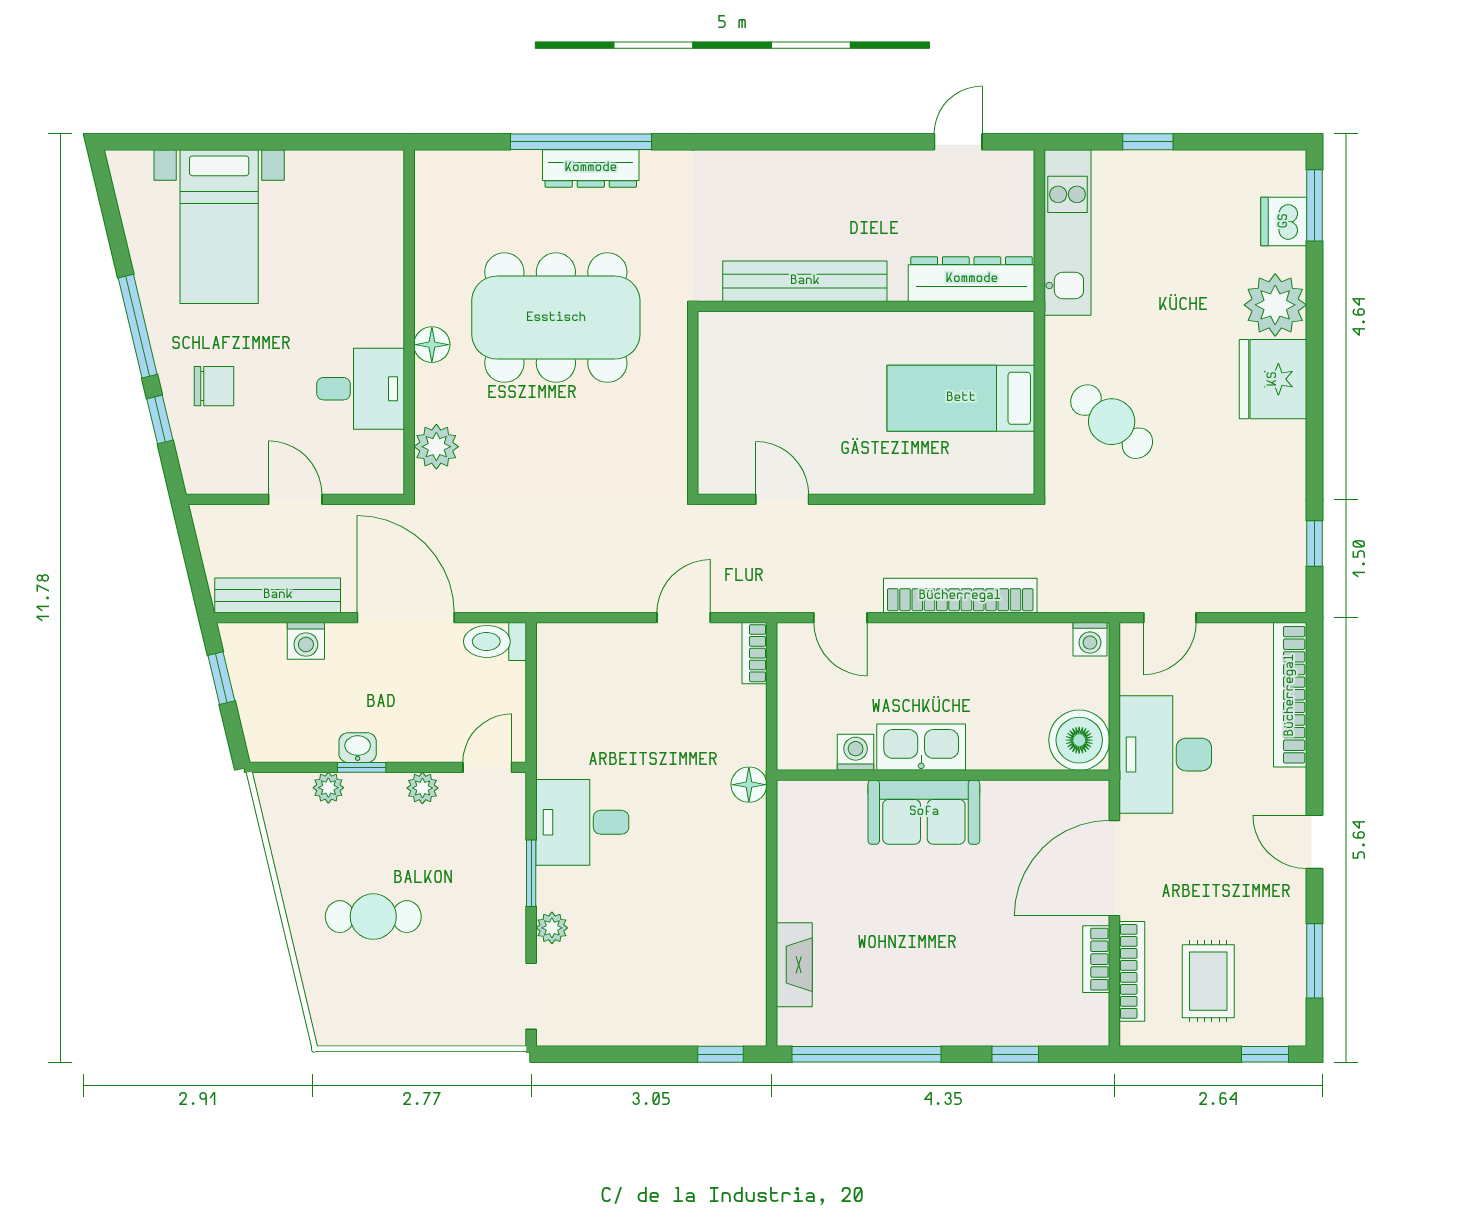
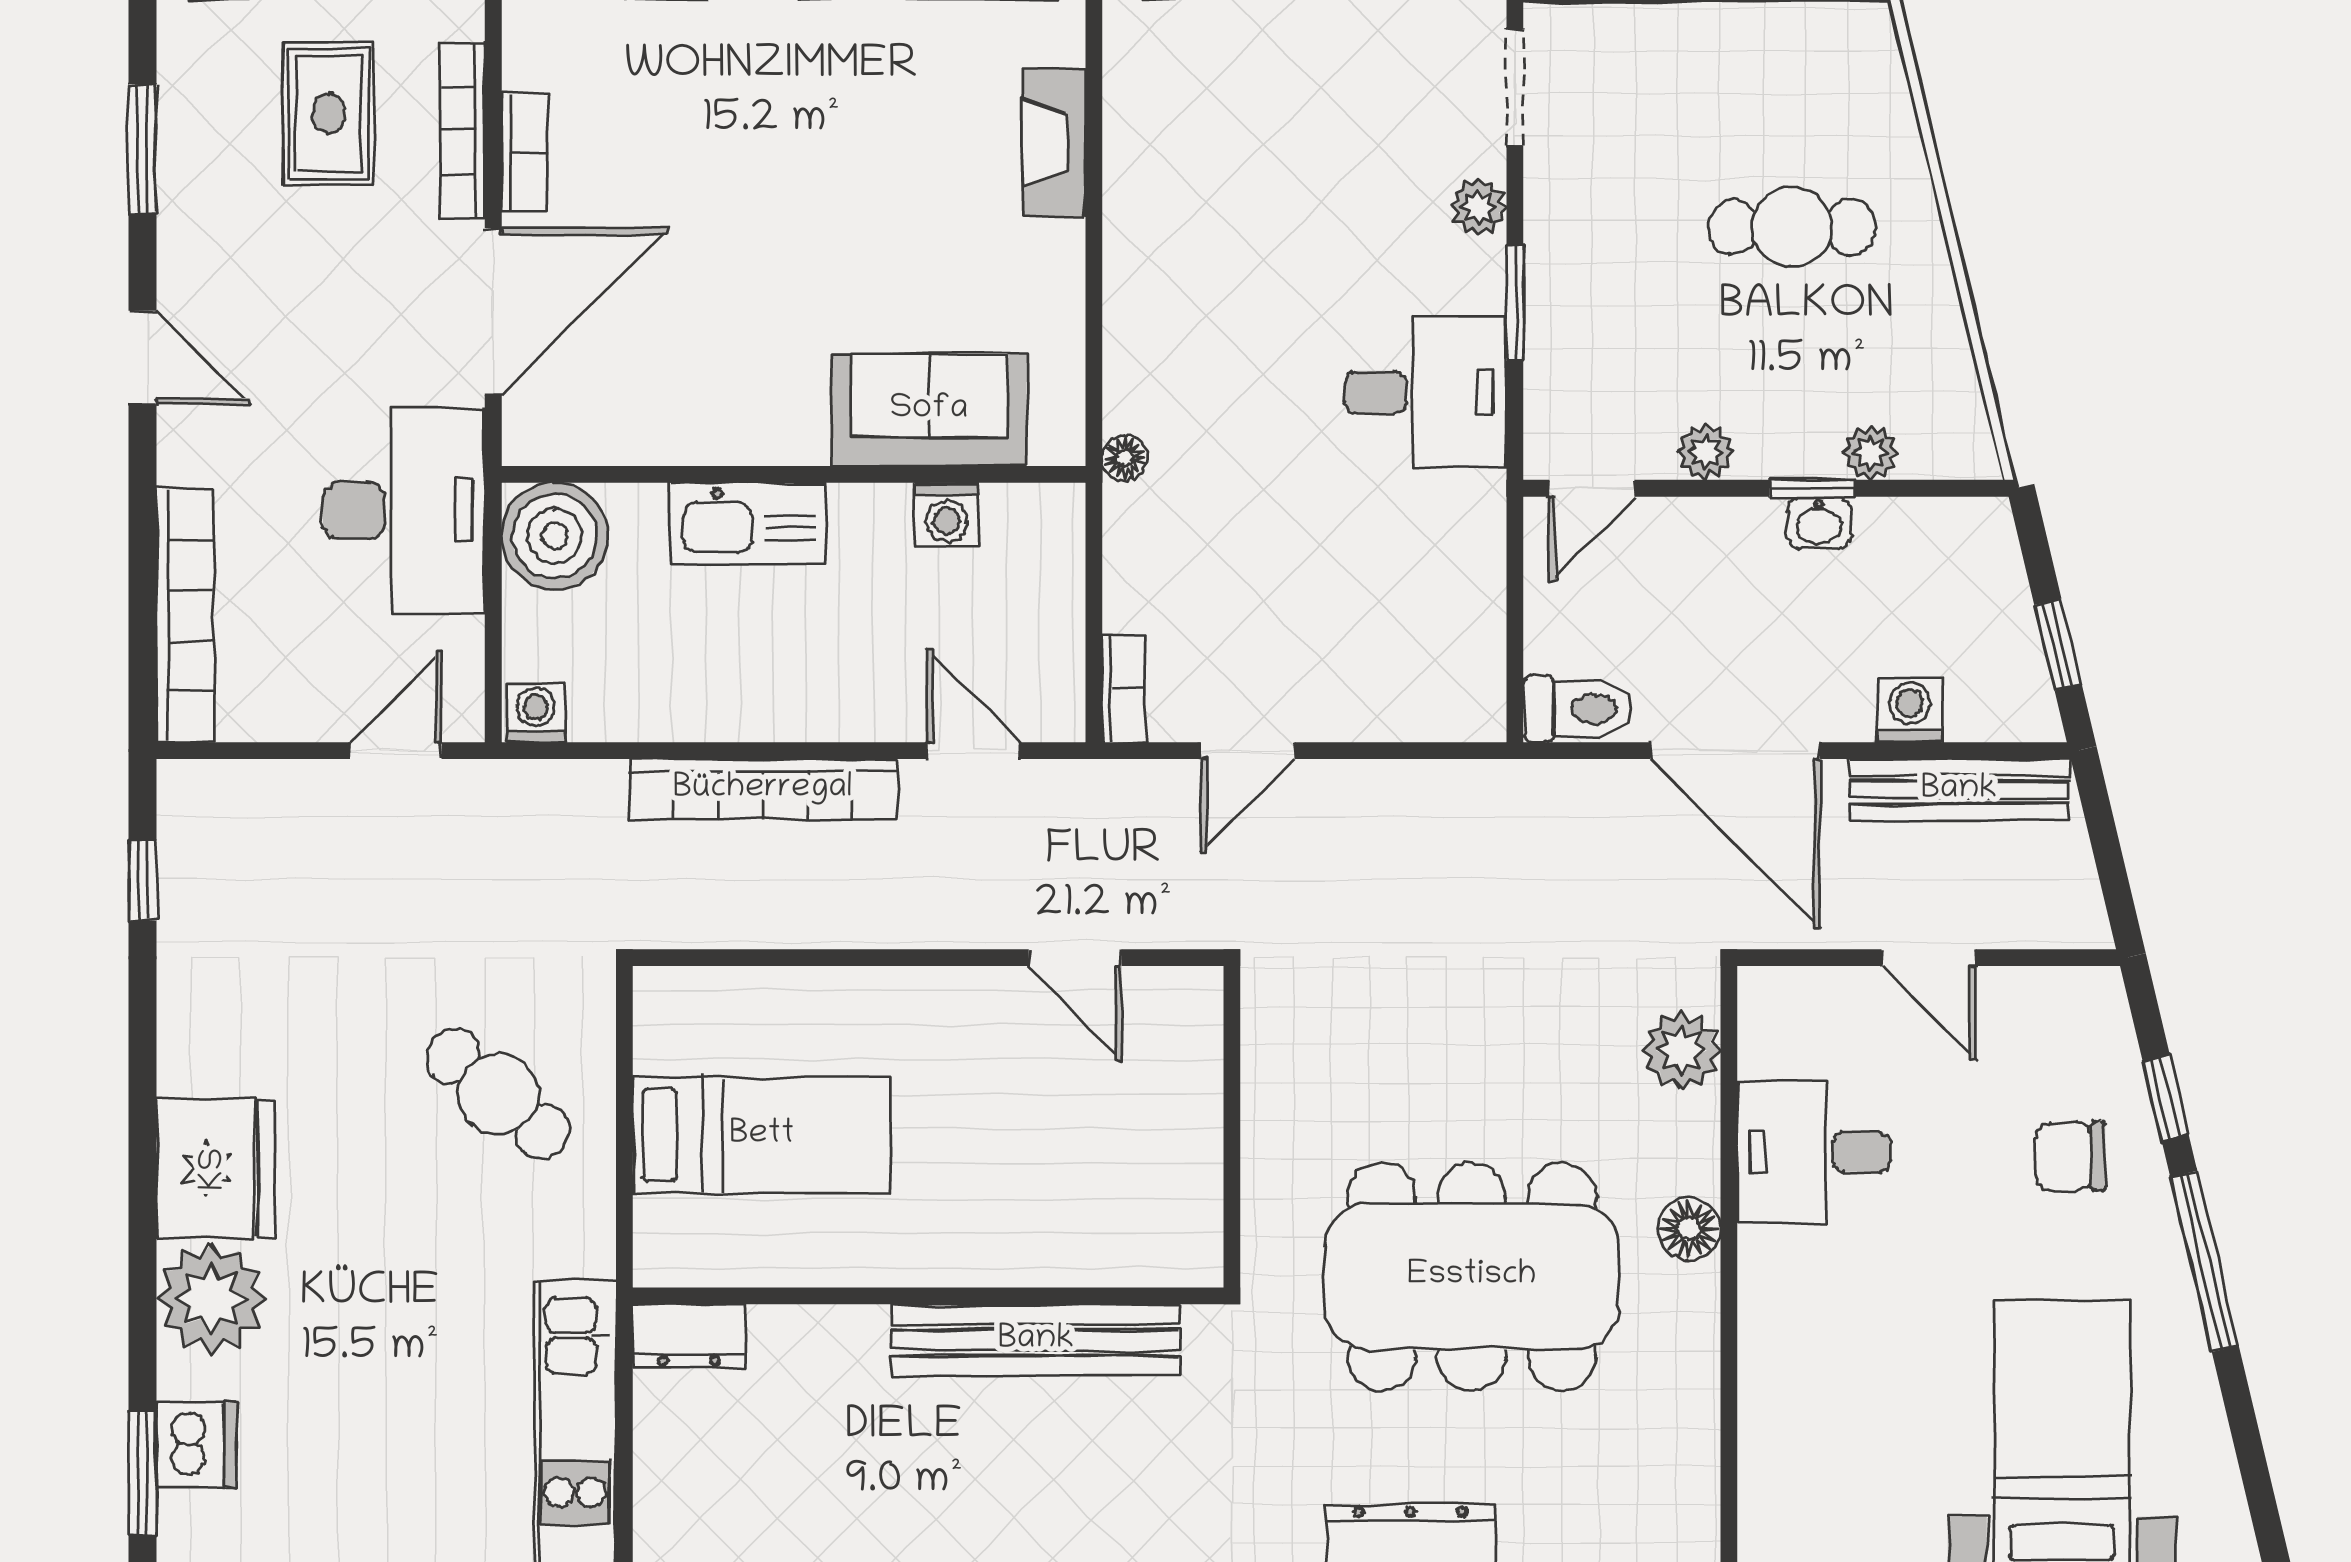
dresser: (972, 279) -> (689, 1336), width x0.51, depth x0.80
kitchen sink: (921, 747) -> (748, 524), moved
floor lamp: (749, 785) -> (1125, 458), width x0.73, depth x0.73
sofa: (924, 812) -> (929, 410), moved

